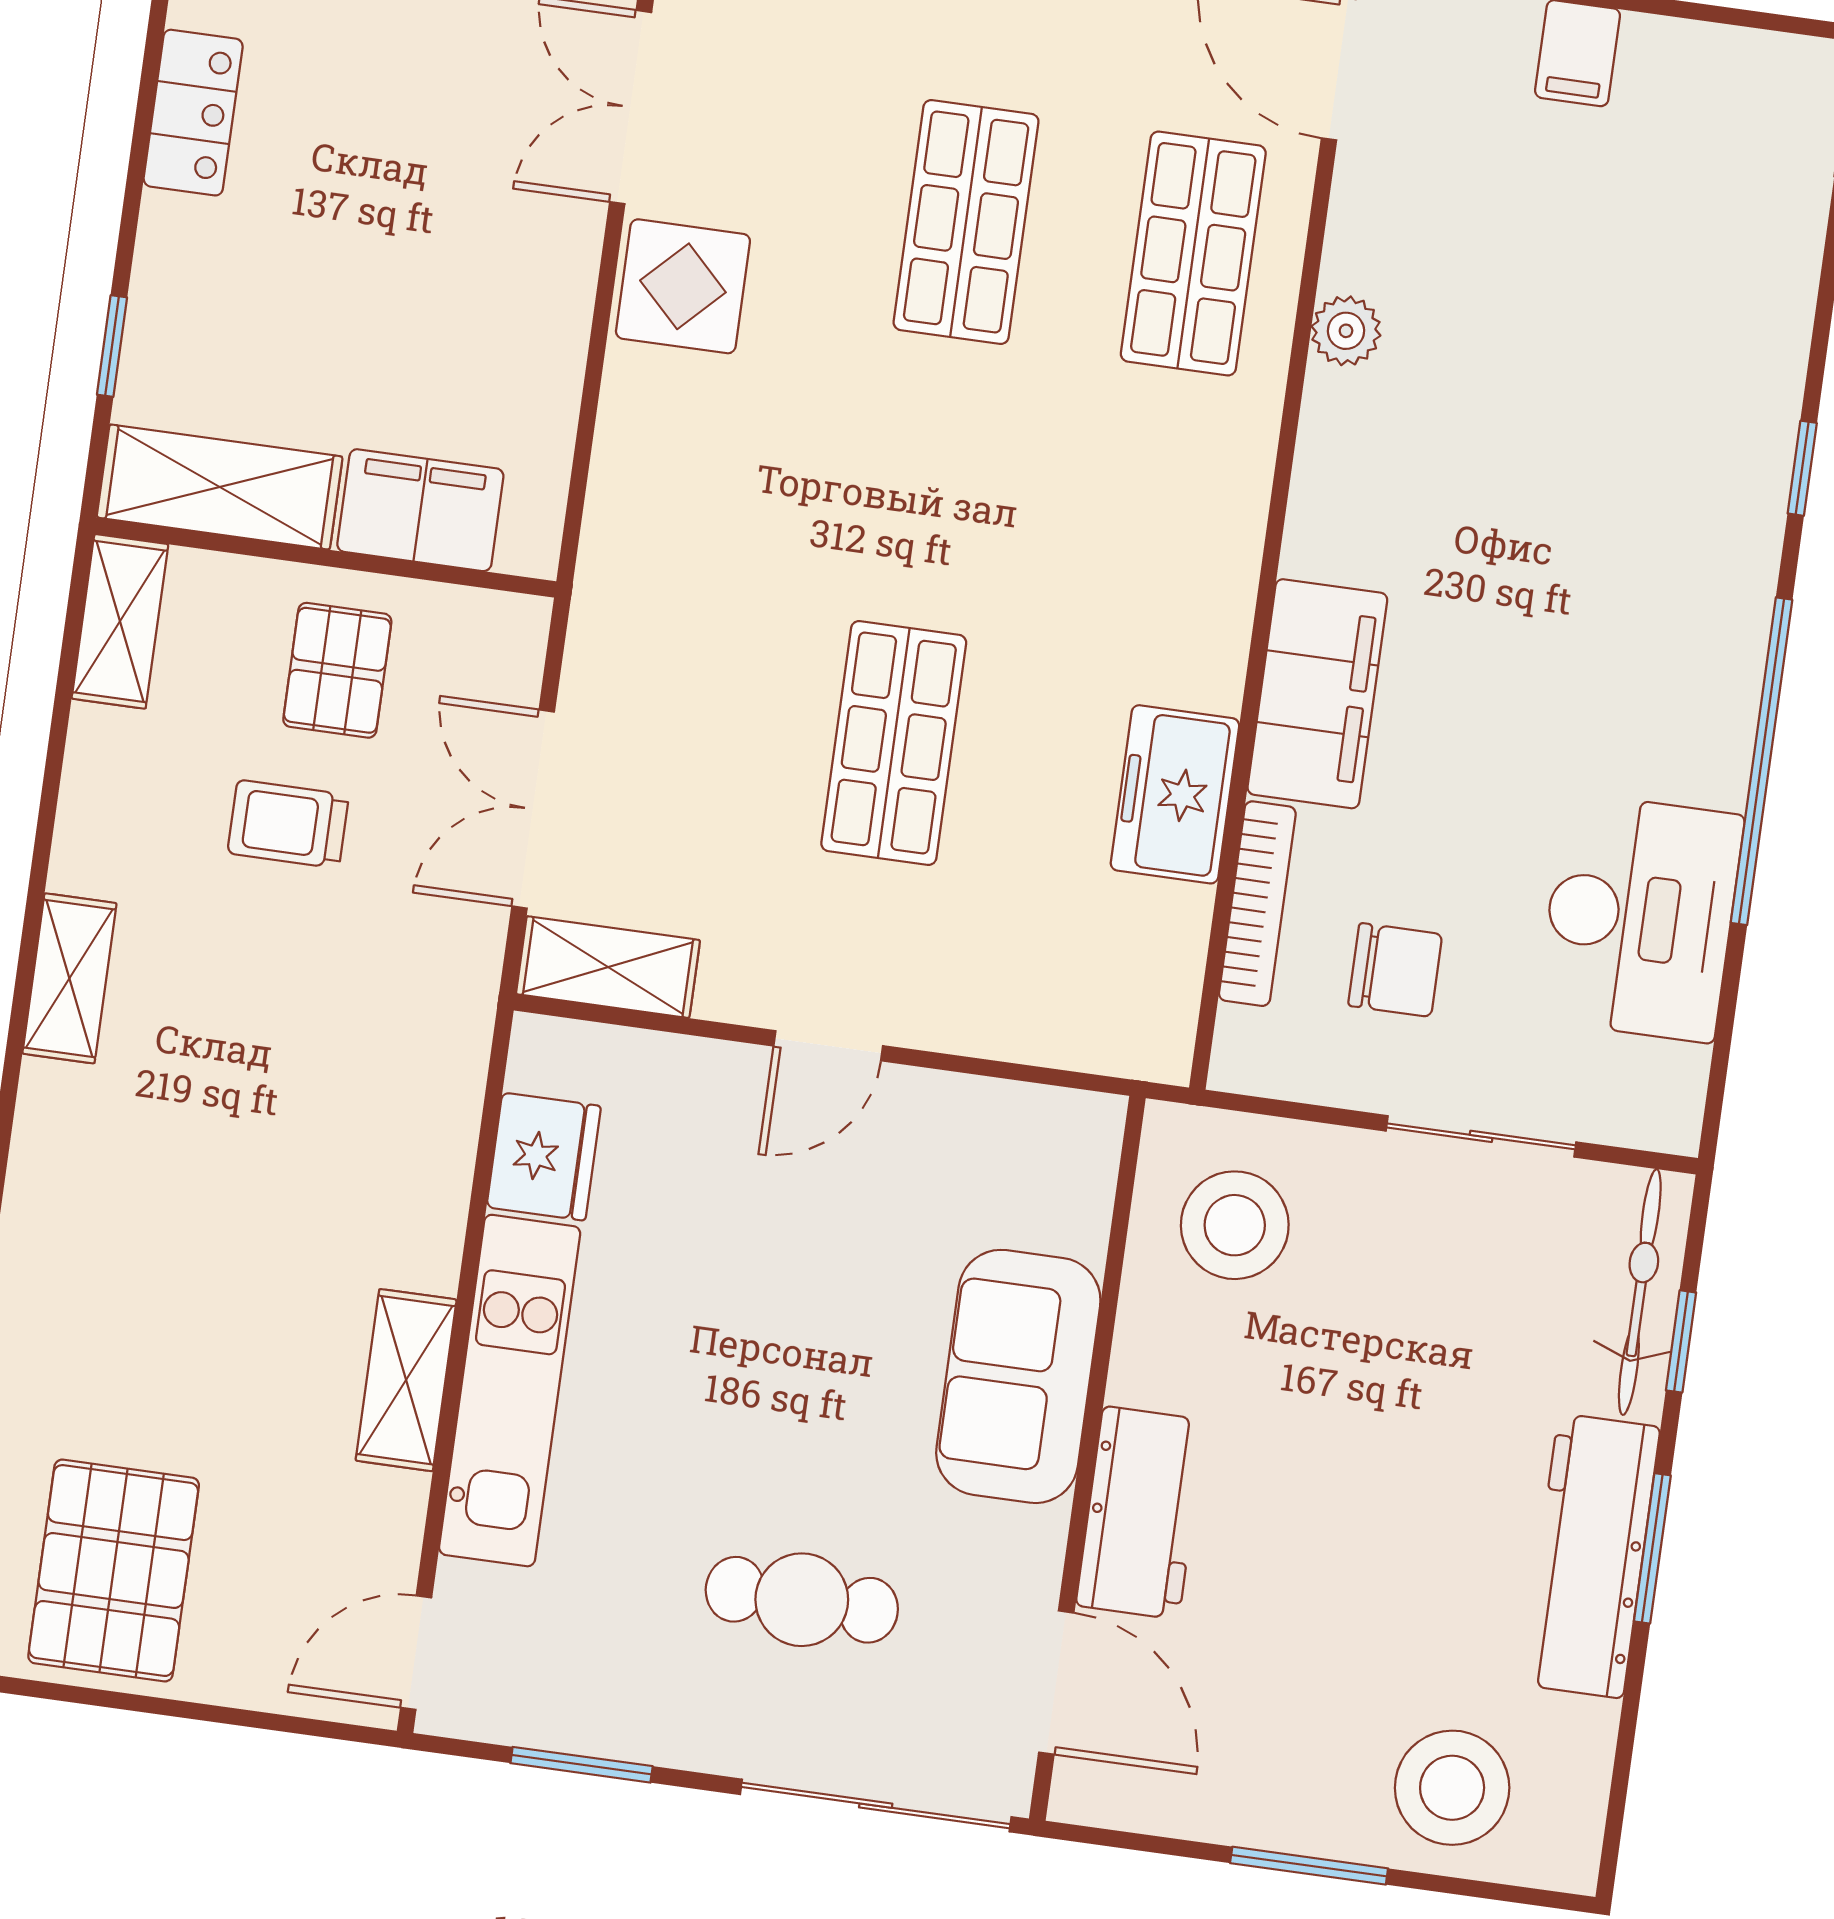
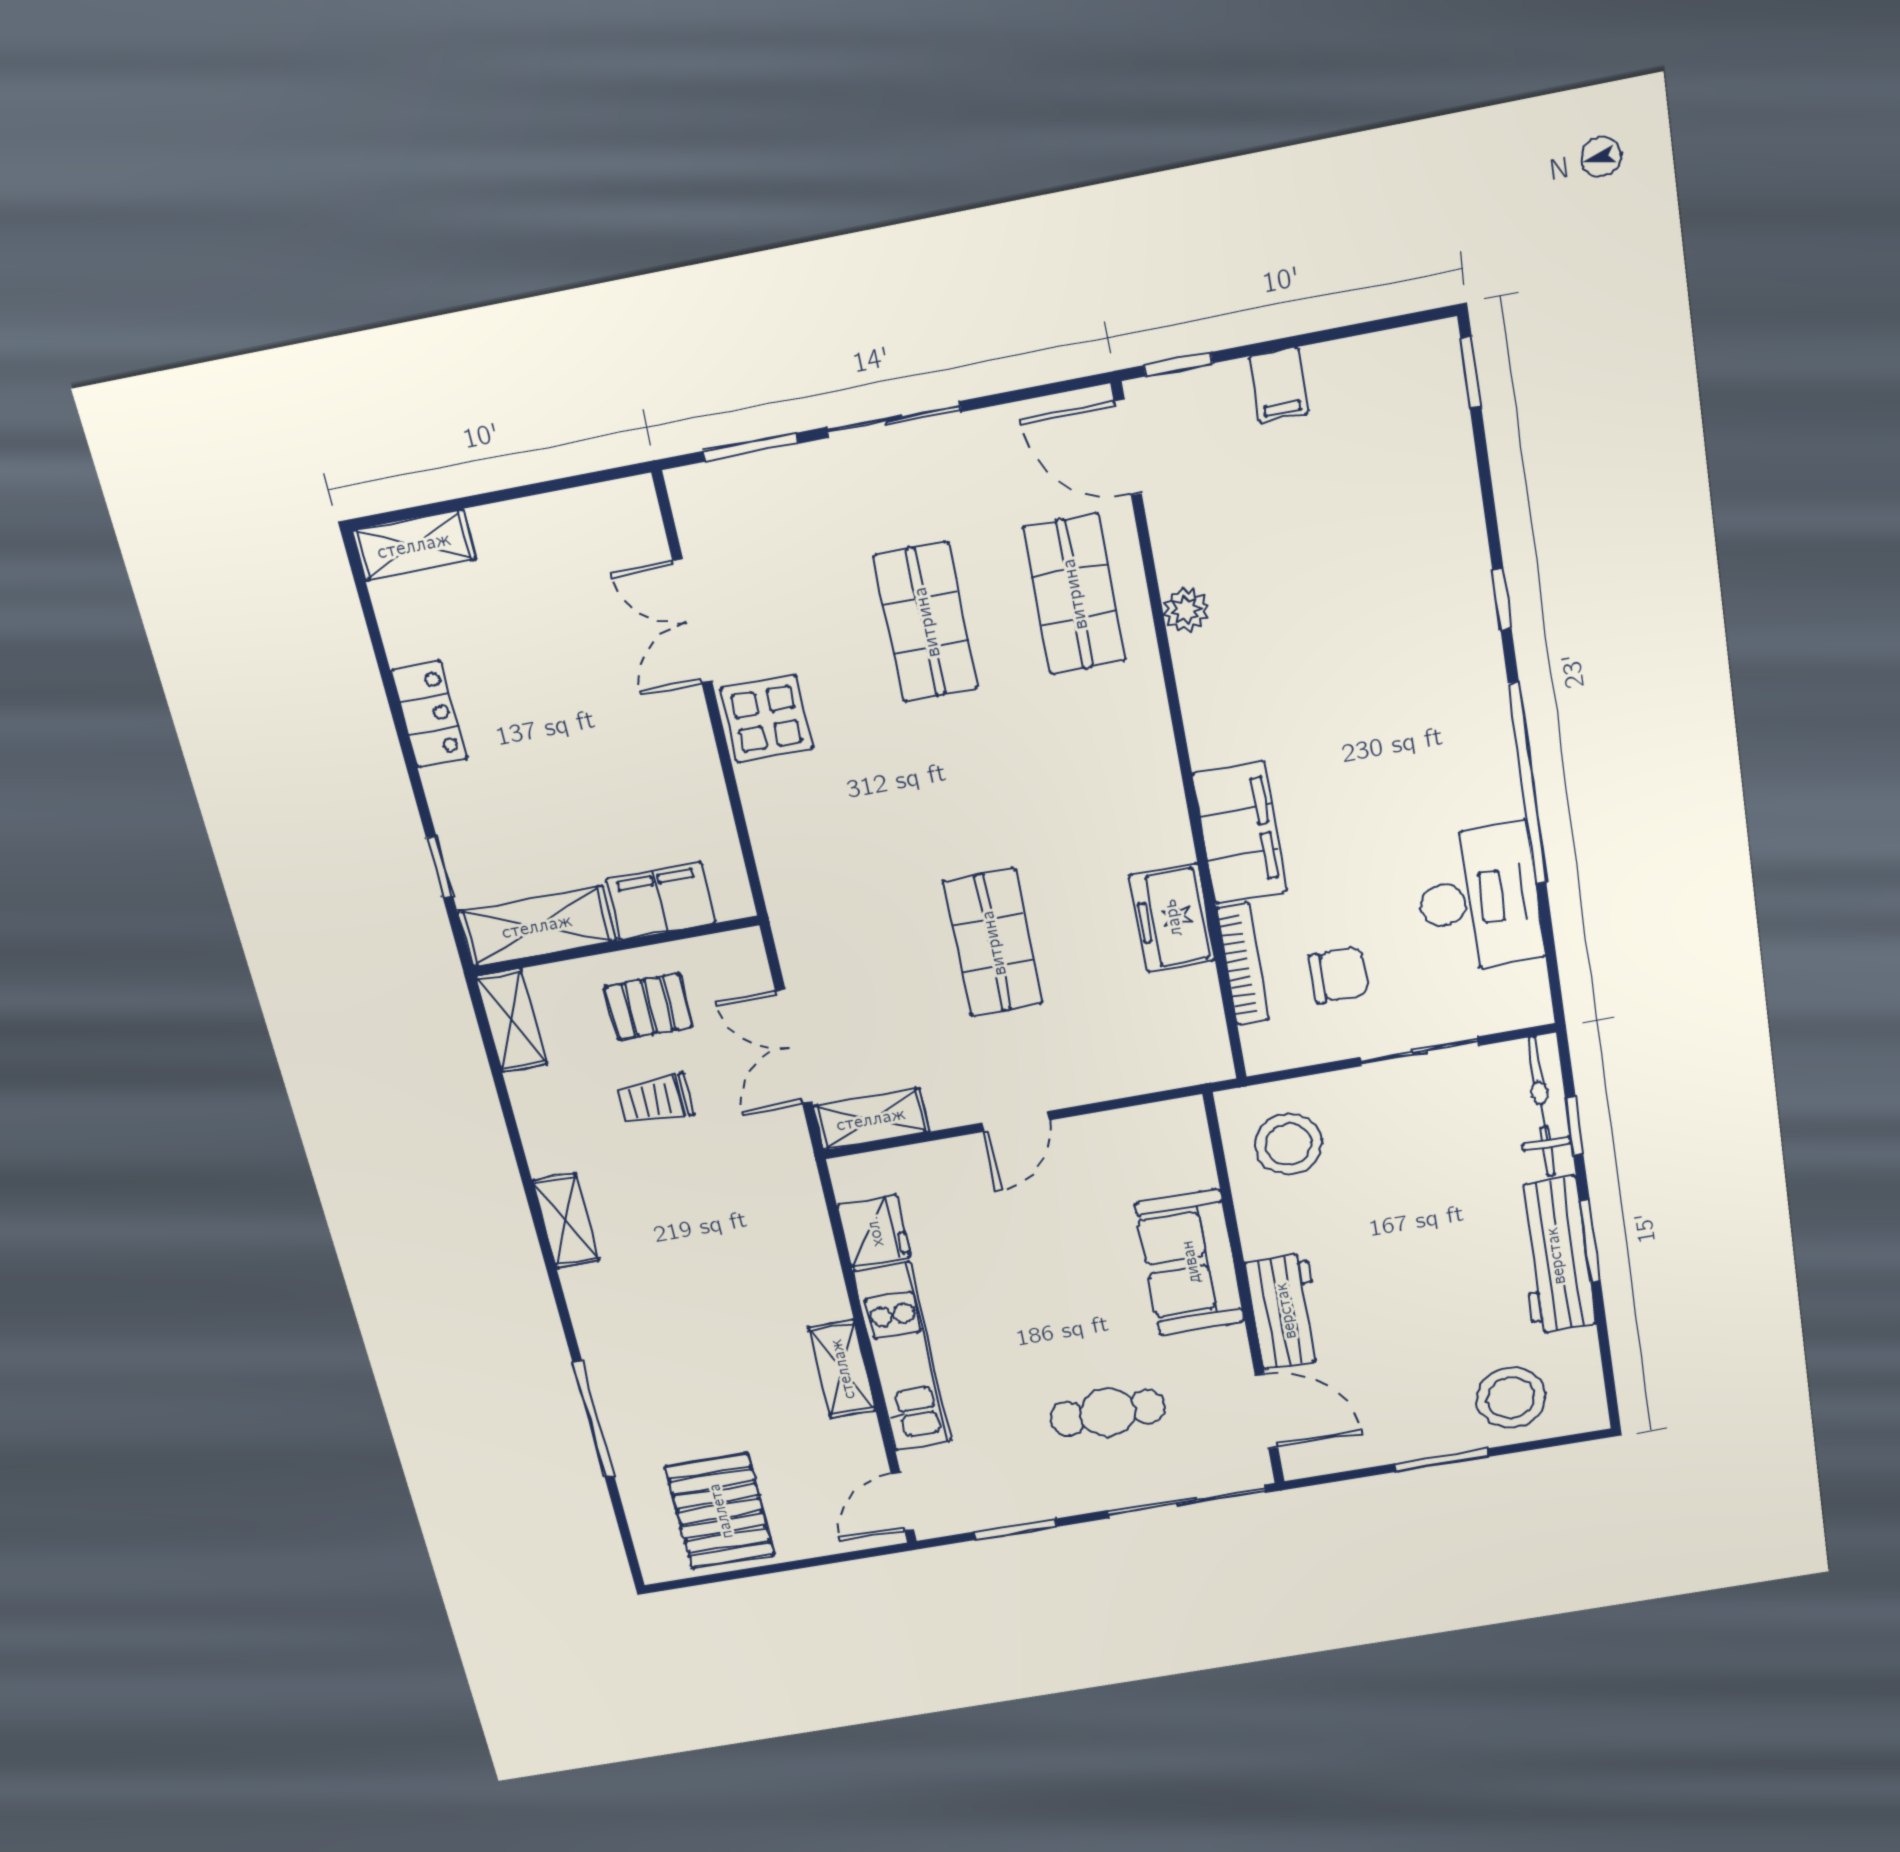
pallet: (337, 670) -> (649, 1007), turned 90

